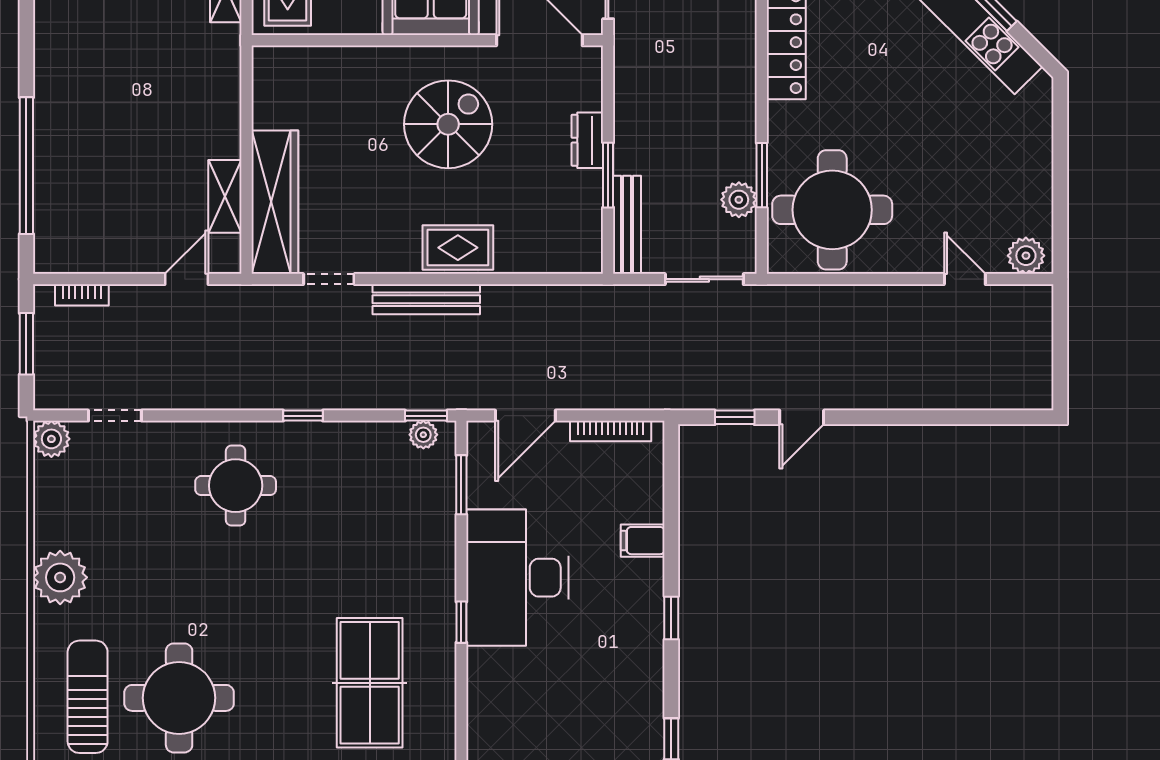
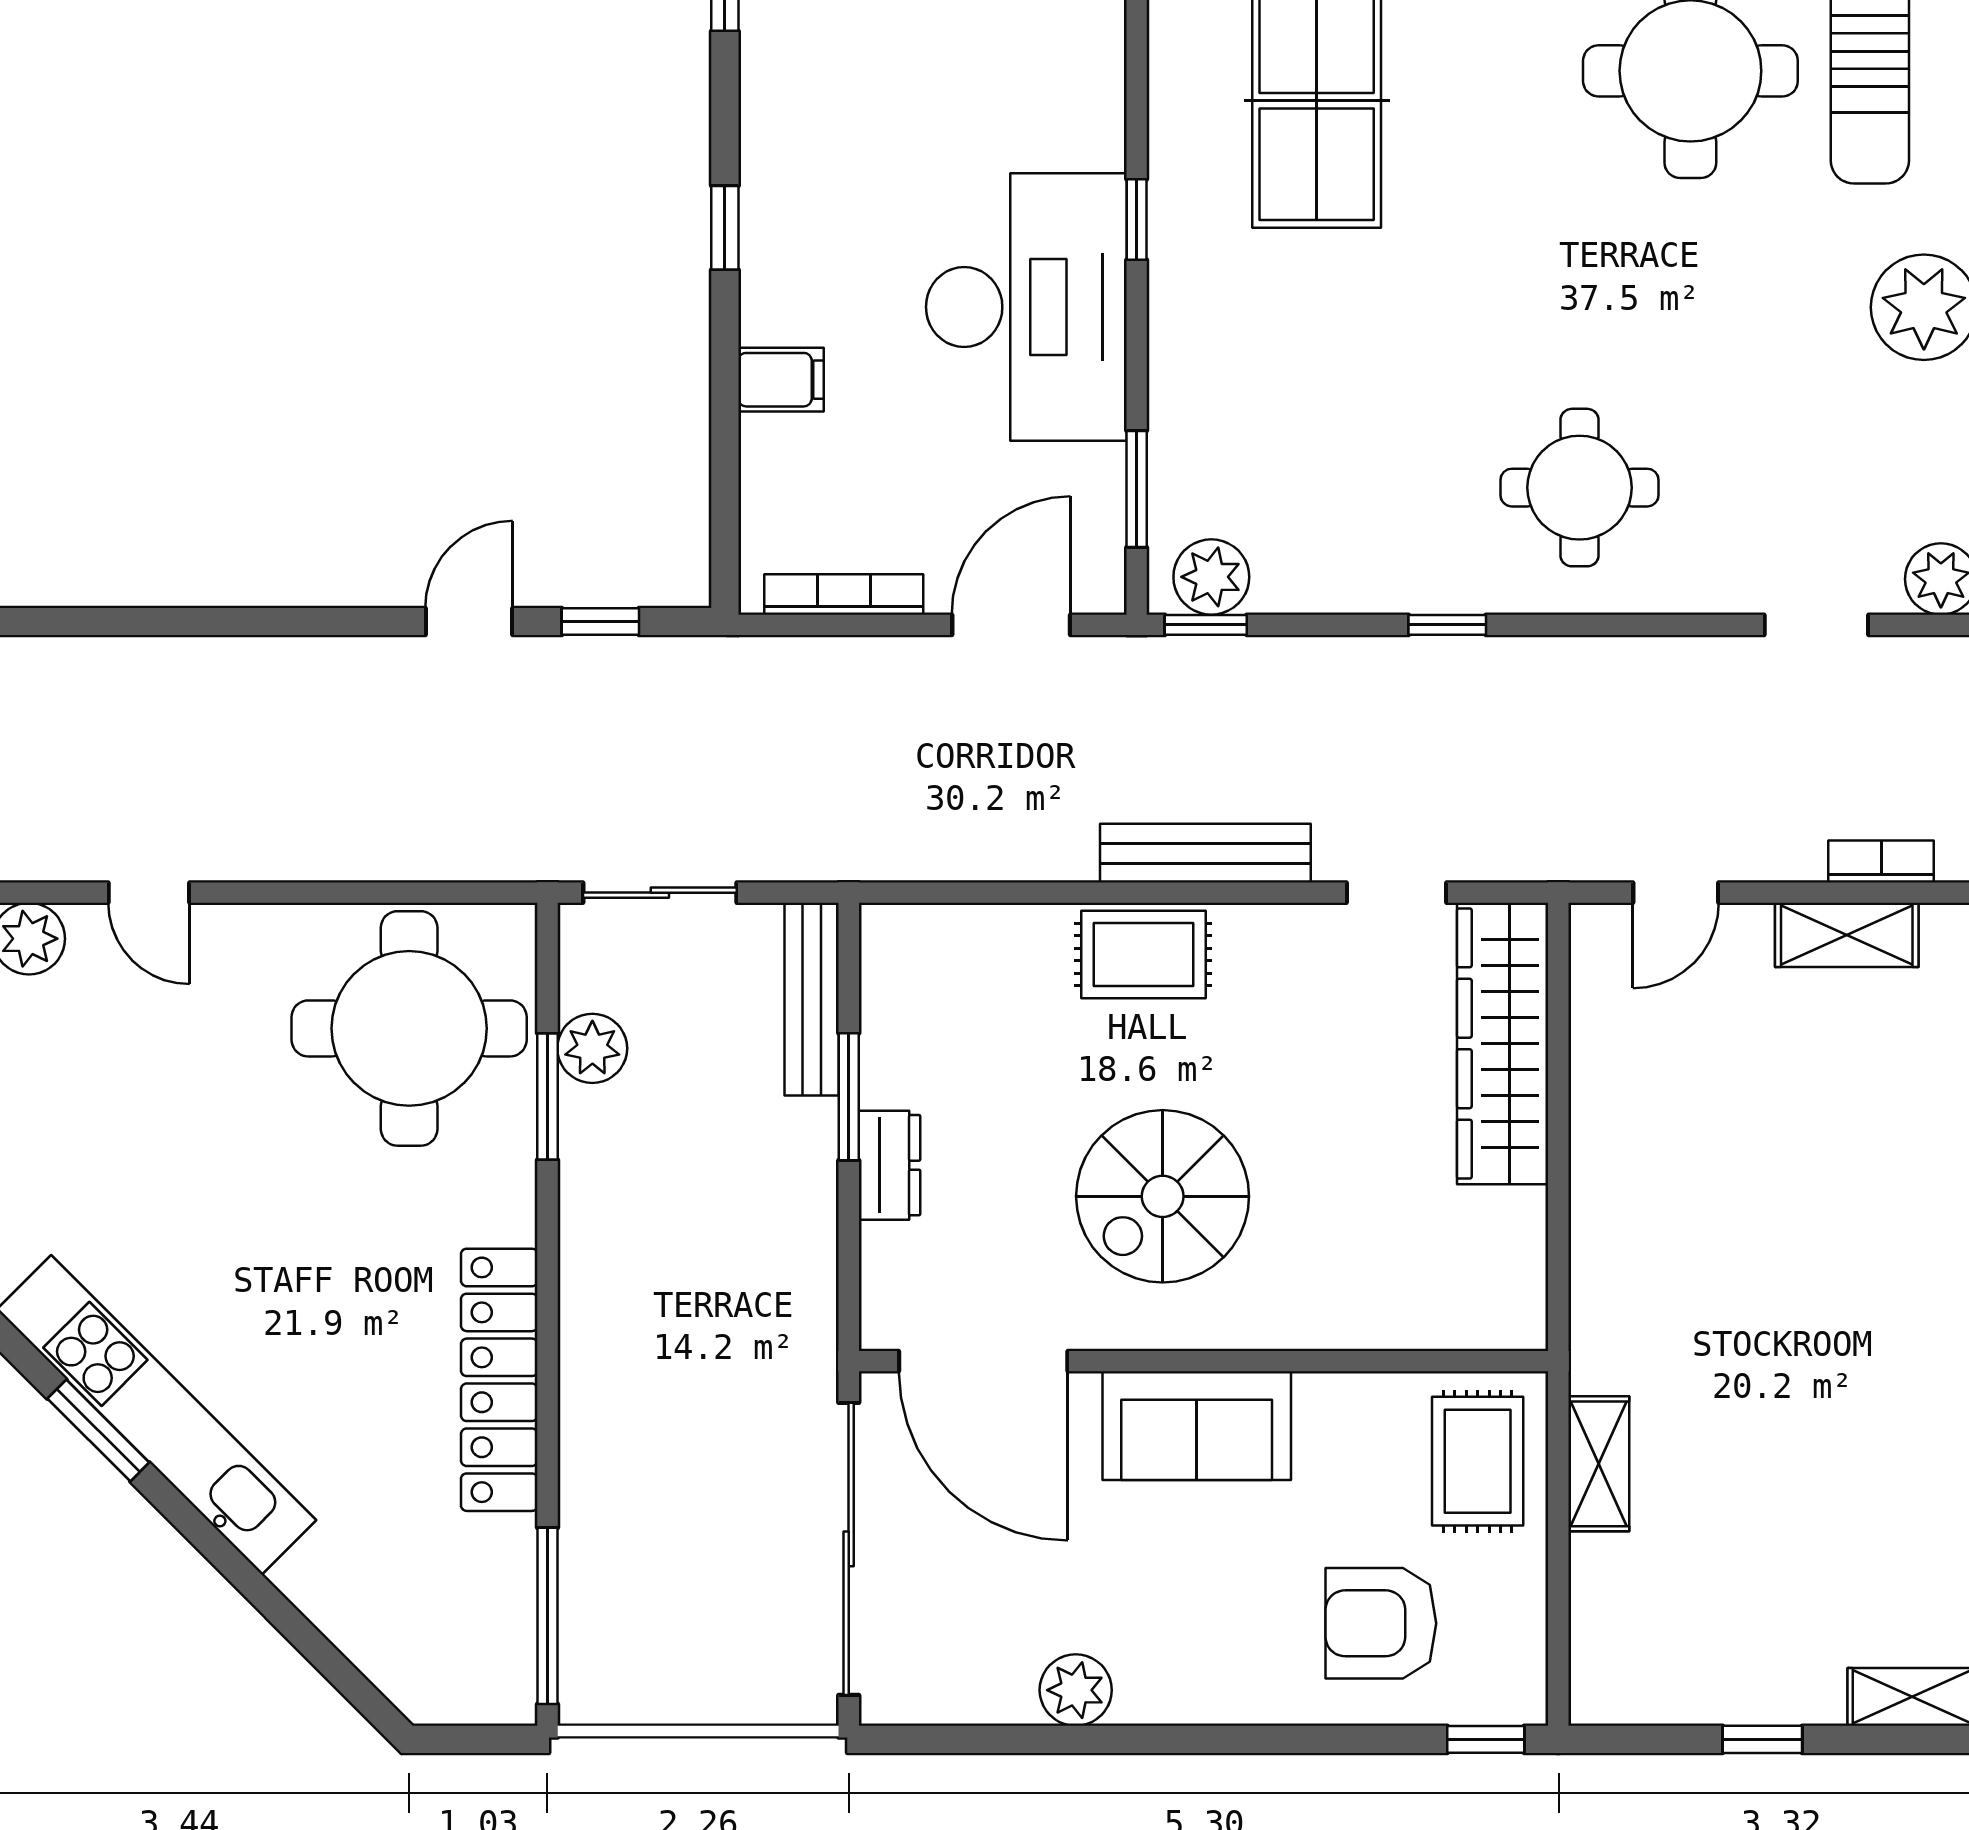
shelving: (225, 196) -> (1847, 935), moved, turned 90
plant: (423, 435) -> (1211, 577), width x1.38, depth x1.38

